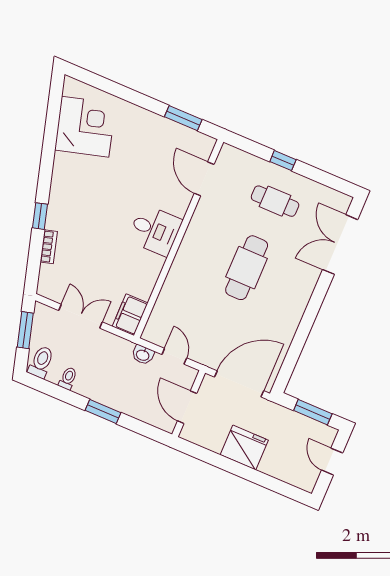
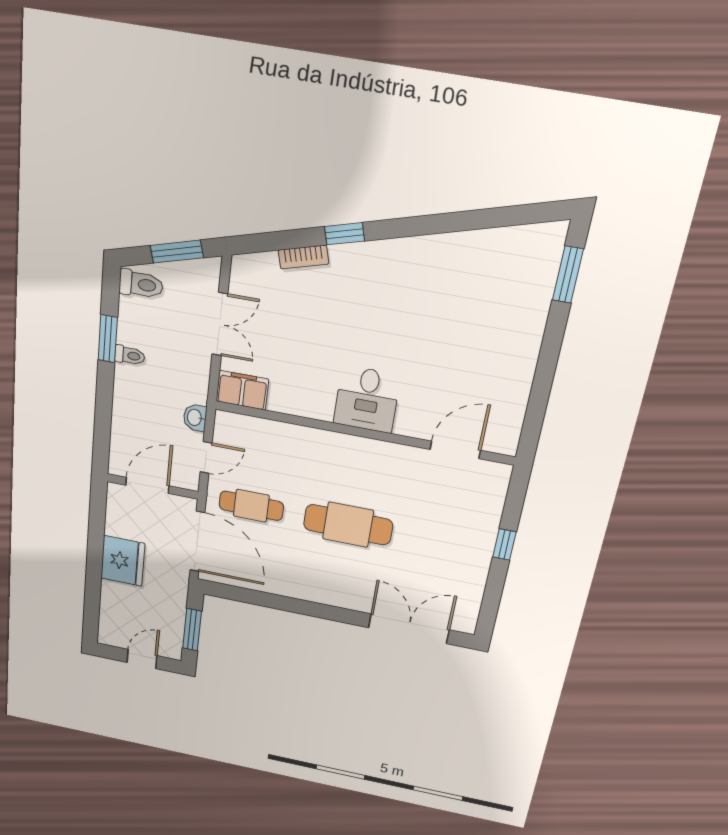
window: (183, 118) -> (568, 275), moved
corner desk: (85, 127) -> (495, 269), removed
cafe table: (275, 201) -> (251, 506), moved, turned 90
toilet: (68, 378) -> (130, 355), moved
window: (103, 412) -> (108, 339), moved

